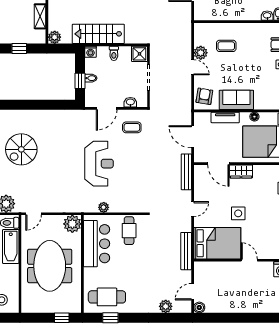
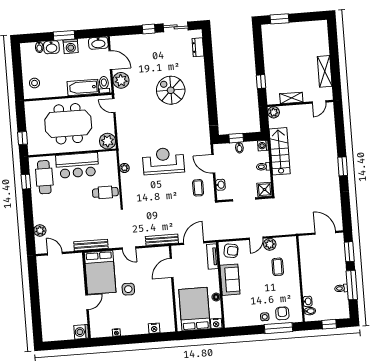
tv unit: (225, 117) -> (212, 257), moved
reception desk: (99, 164) -> (163, 161), turned 180
wardrobe: (241, 171) -> (166, 289), removed
bar counter: (97, 244) -> (77, 165), moved
boiler: (199, 307) -> (41, 261), removed

